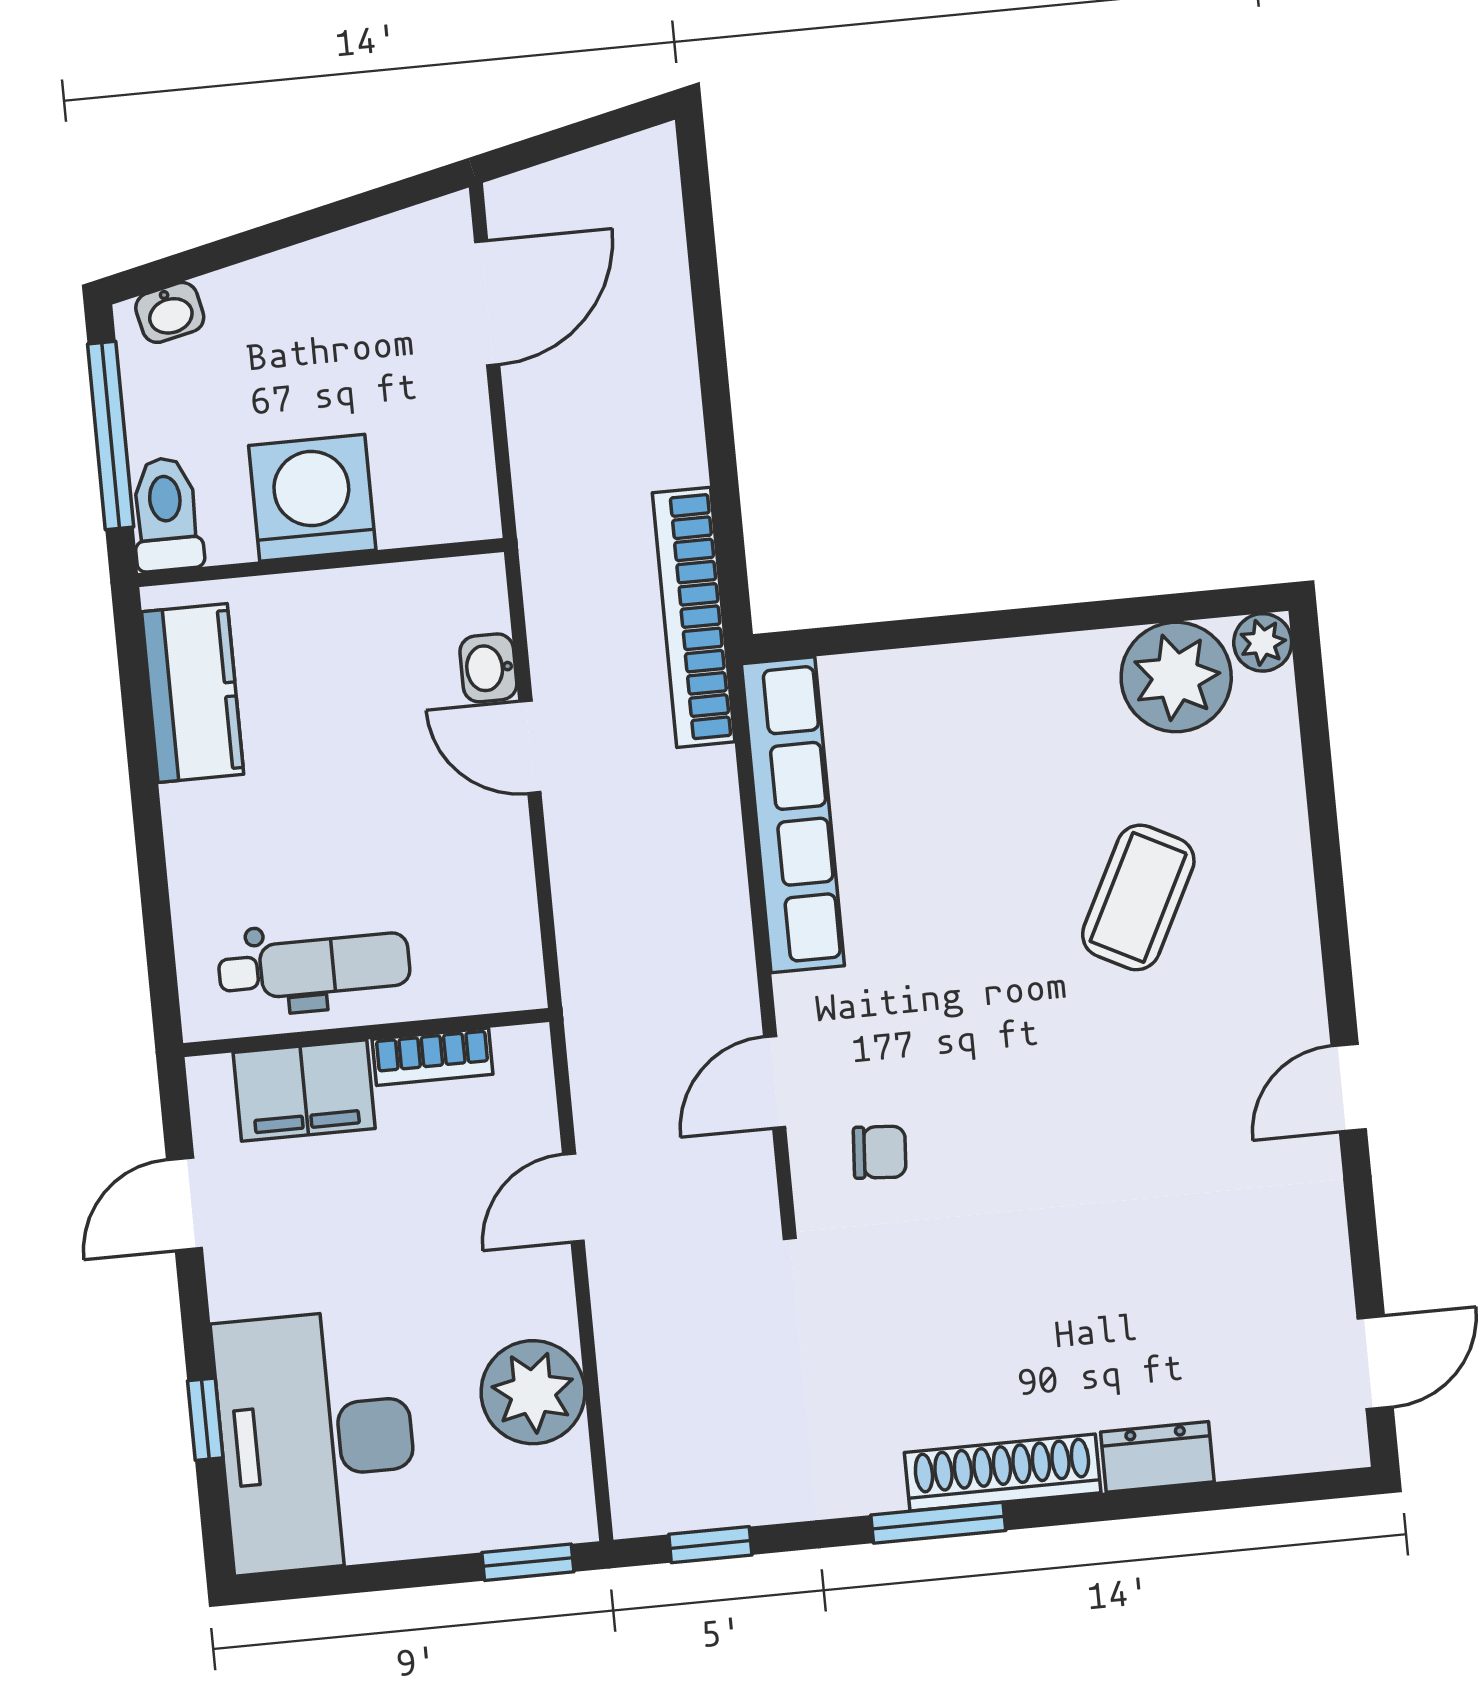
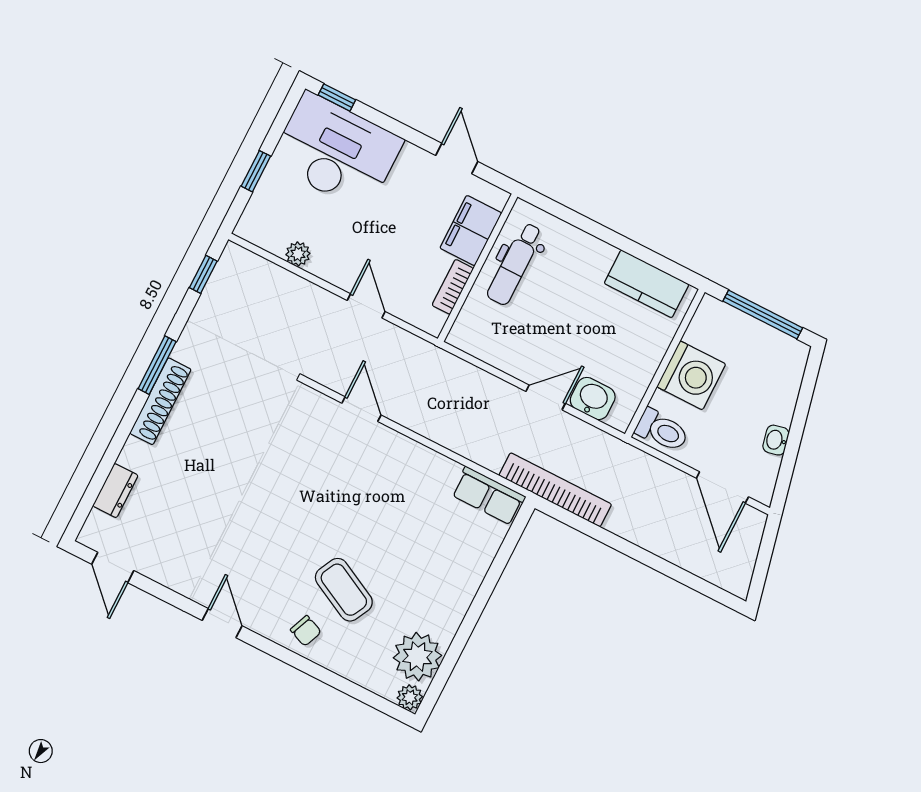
washbasin: (170, 312) -> (776, 440), moved
toilet: (166, 514) -> (662, 430), moved
washbasin: (488, 668) -> (593, 399), width x1.38, depth x1.45
row of seats: (793, 815) -> (488, 496), width x0.50
chair: (880, 1152) -> (306, 631), moved, turned -72
plant: (533, 1392) -> (298, 254), width x0.53, depth x0.53
window: (205, 1419) -> (337, 97), moved
dresser: (1157, 1457) -> (115, 491), moved
window: (528, 1562) -> (256, 171), moved

